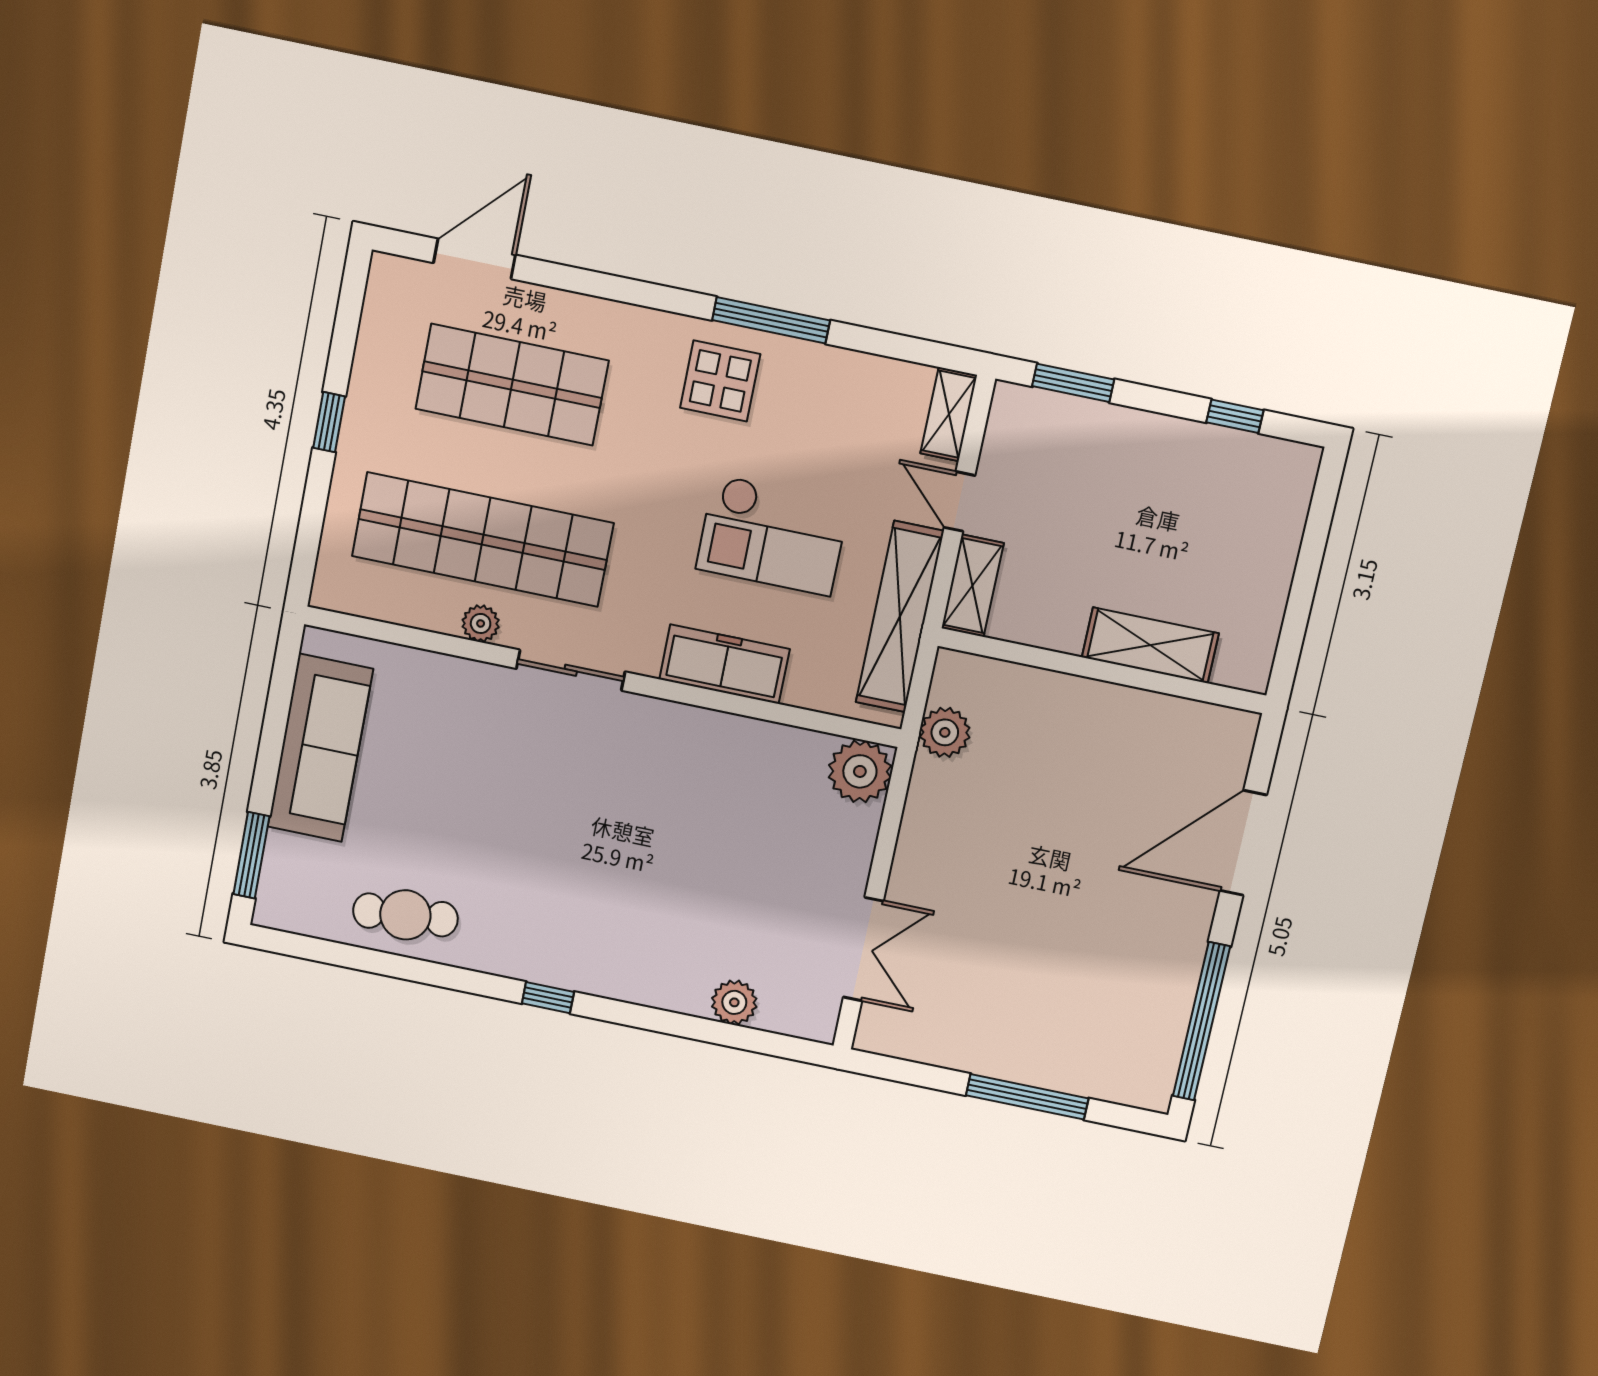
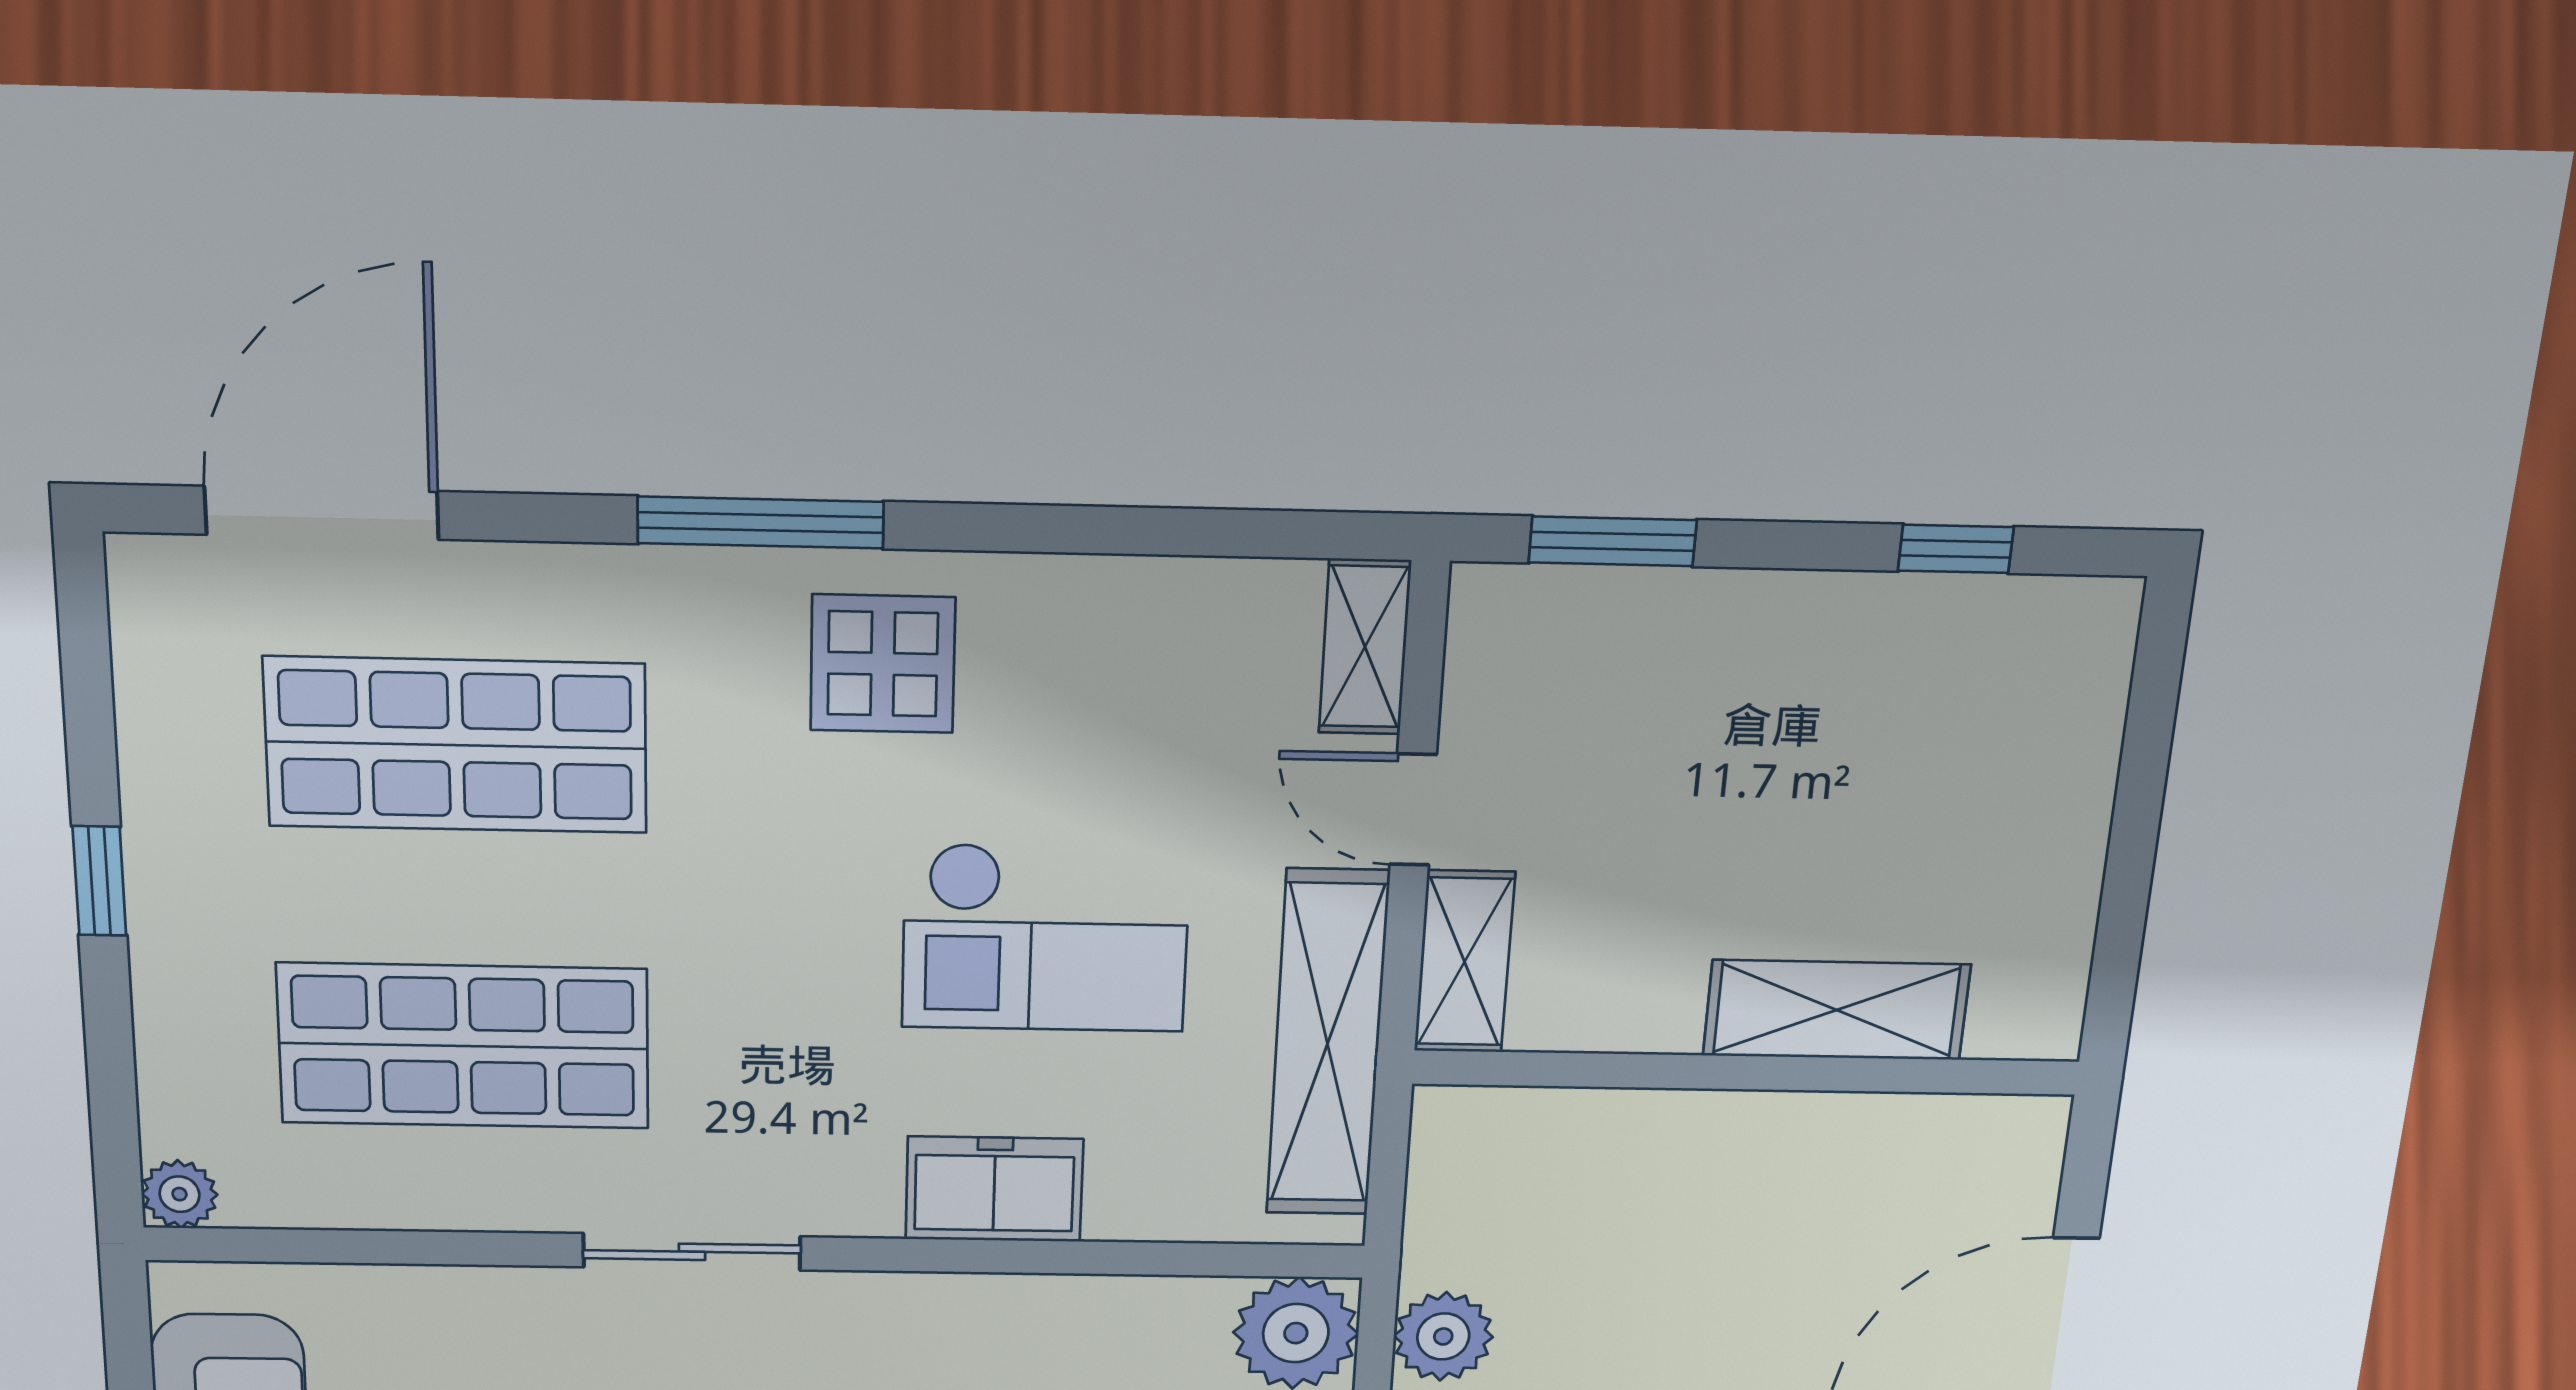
door: (475, 259) -> (322, 513), width x1.36
window: (771, 320) -> (761, 523), moved
shop shelf: (483, 540) -> (464, 1046), width x0.71
plant: (481, 623) -> (179, 1194), moved
freezer: (725, 664) -> (994, 1189), width x0.71
plant: (945, 732) -> (1443, 1336), moved

